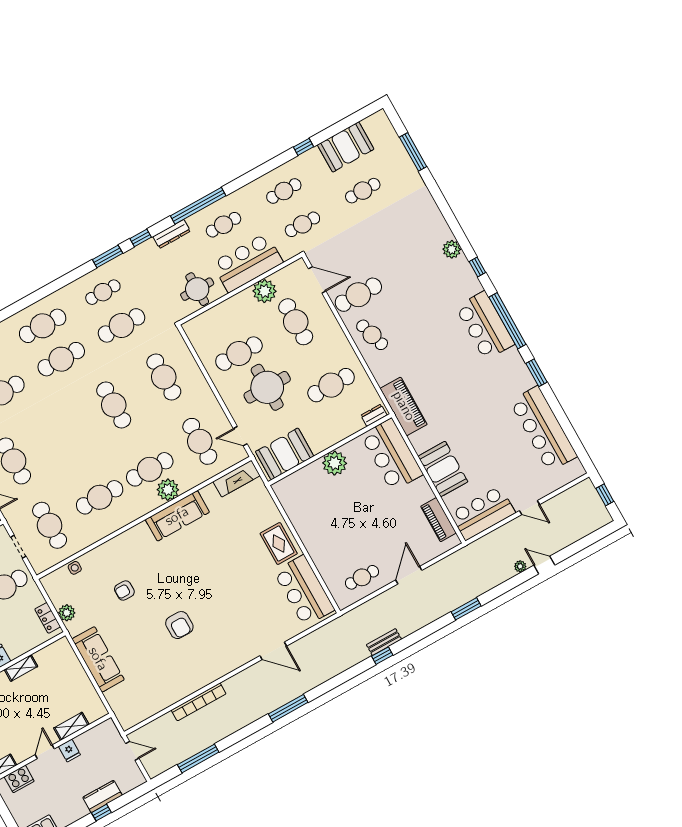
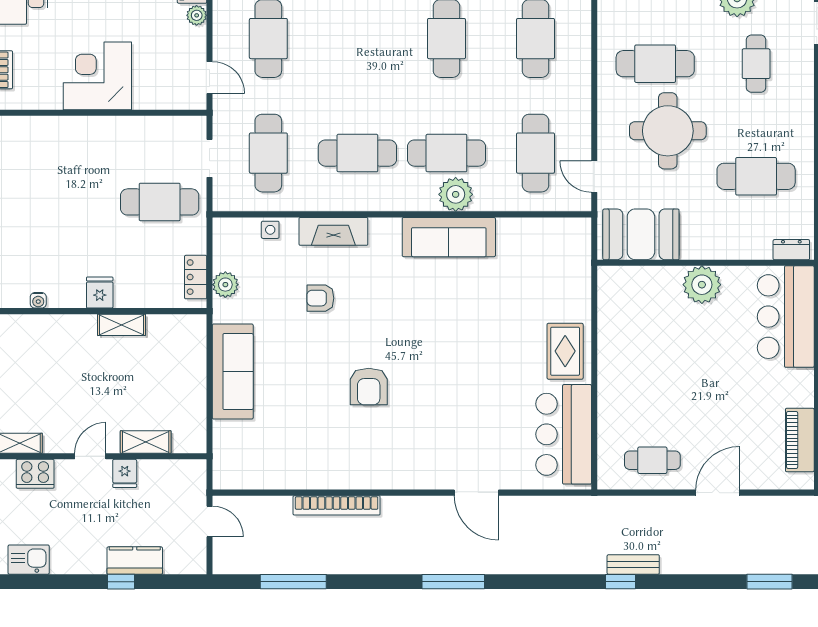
cafe table: (296, 322) -> (756, 64), width x0.73, depth x0.74
fireplace: (237, 479) -> (333, 231), moved

